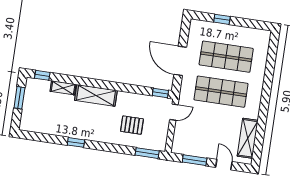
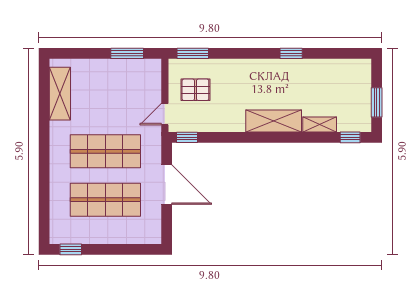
window: (222, 19) -> (71, 249), moved
pallet: (132, 125) -> (195, 90), moved
door: (224, 165) -> (87, 53), removed

